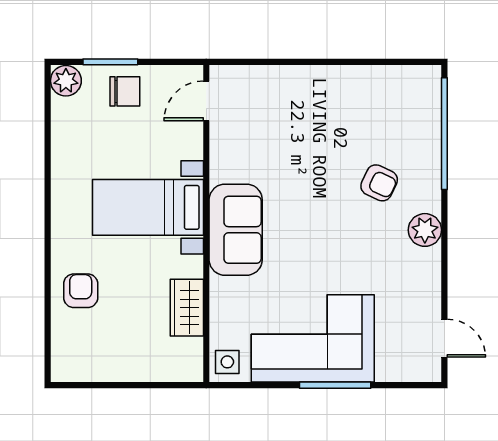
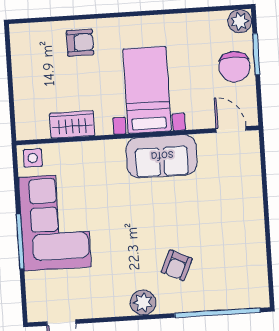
chair: (125, 91) -> (234, 67), width x1.37, depth x1.37
sofa: (236, 230) -> (162, 156), moved

